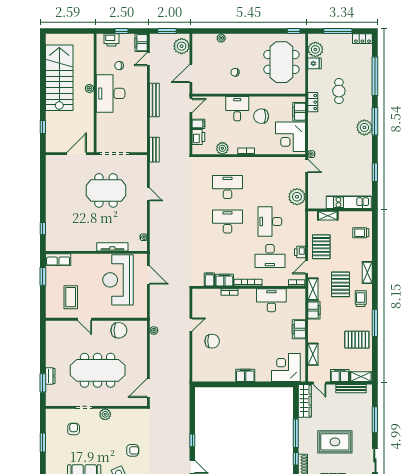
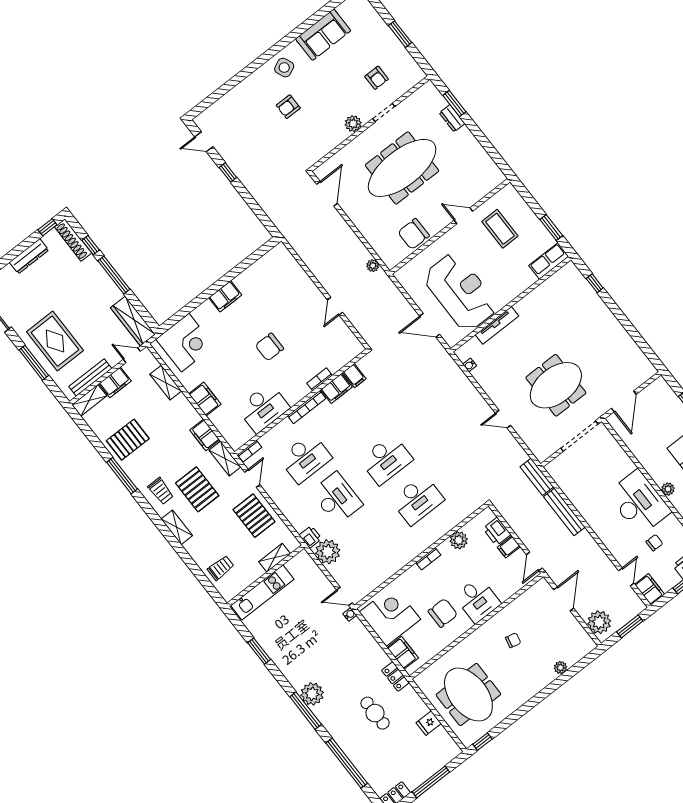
plant: (315, 49) -> (440, 740), removed
bench: (154, 100) -> (564, 512), moved
printer: (300, 252) -> (310, 537), moved
desk: (270, 256) -> (305, 458), turned 180
chair: (212, 341) -> (269, 347), moved
rug: (335, 442) -> (55, 341), moved, turned 90

